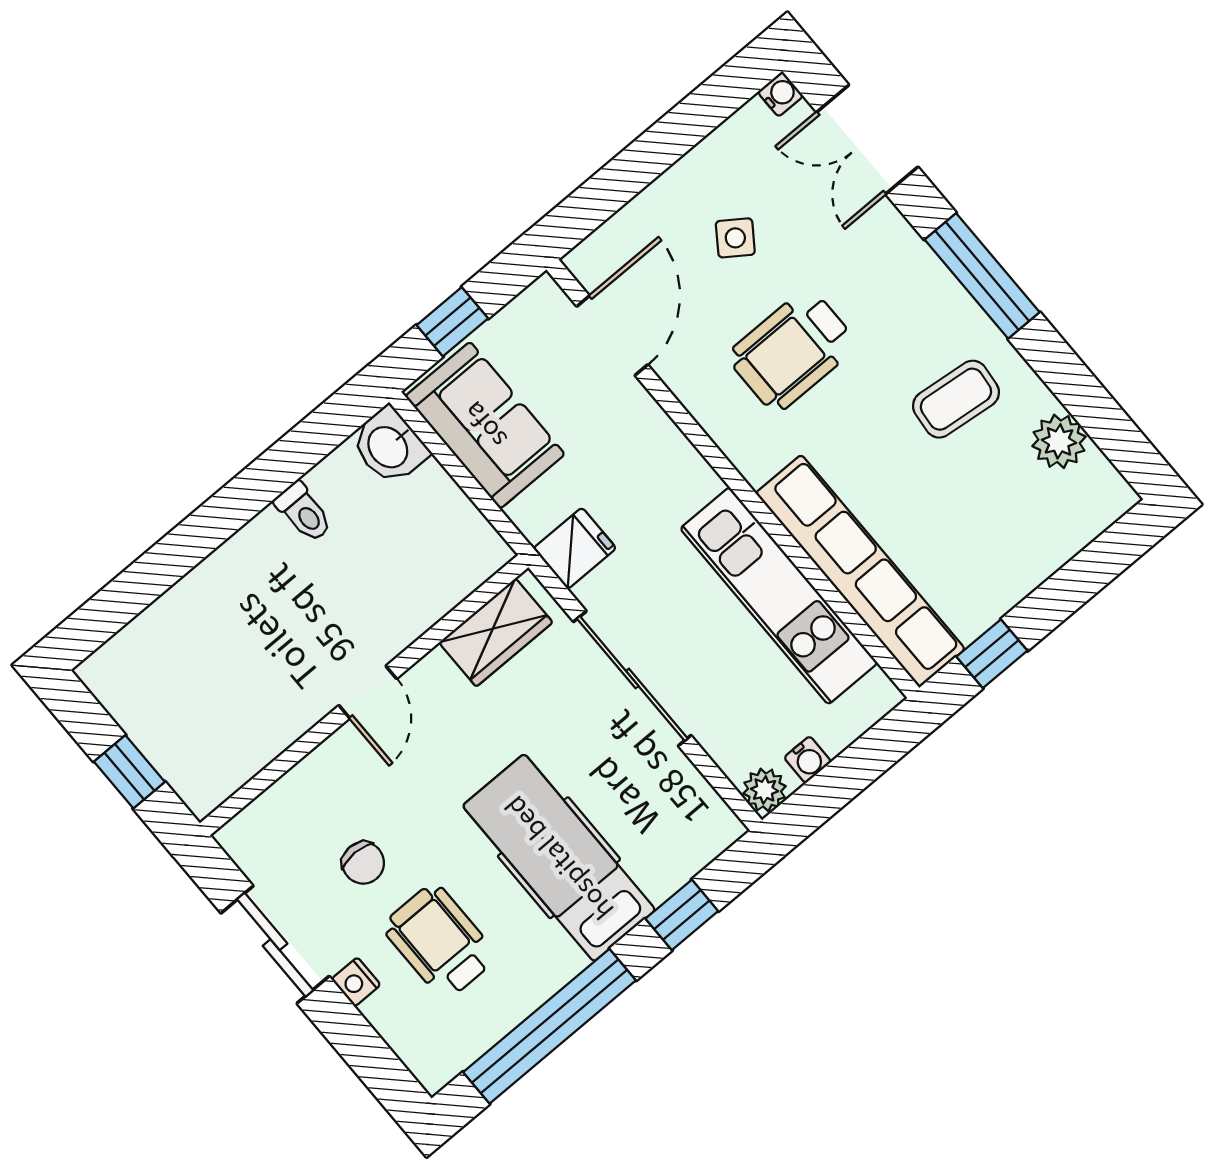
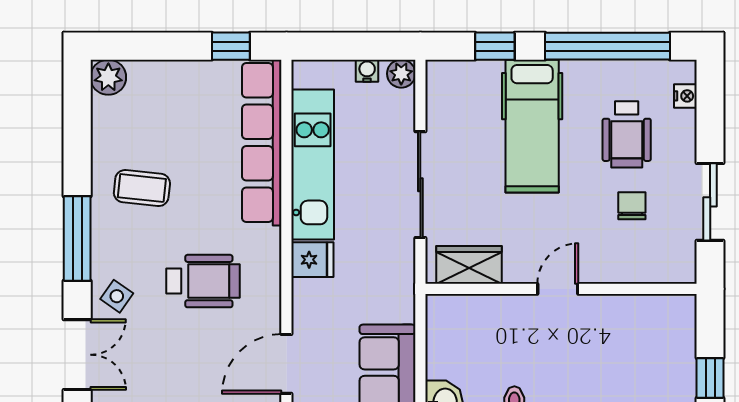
side table: (735, 238) -> (117, 296), moved
plant: (1059, 441) -> (108, 77), moved
fridge: (575, 548) -> (312, 260), moved, turned 180
window: (129, 772) -> (710, 378), moved
nightstand: (356, 982) -> (685, 96), moved

